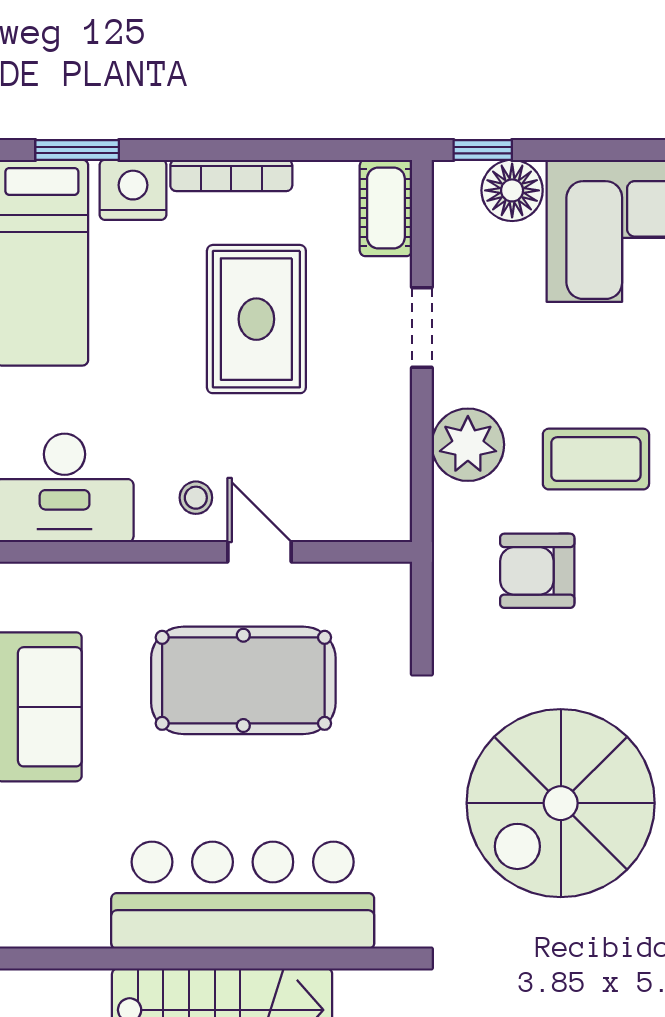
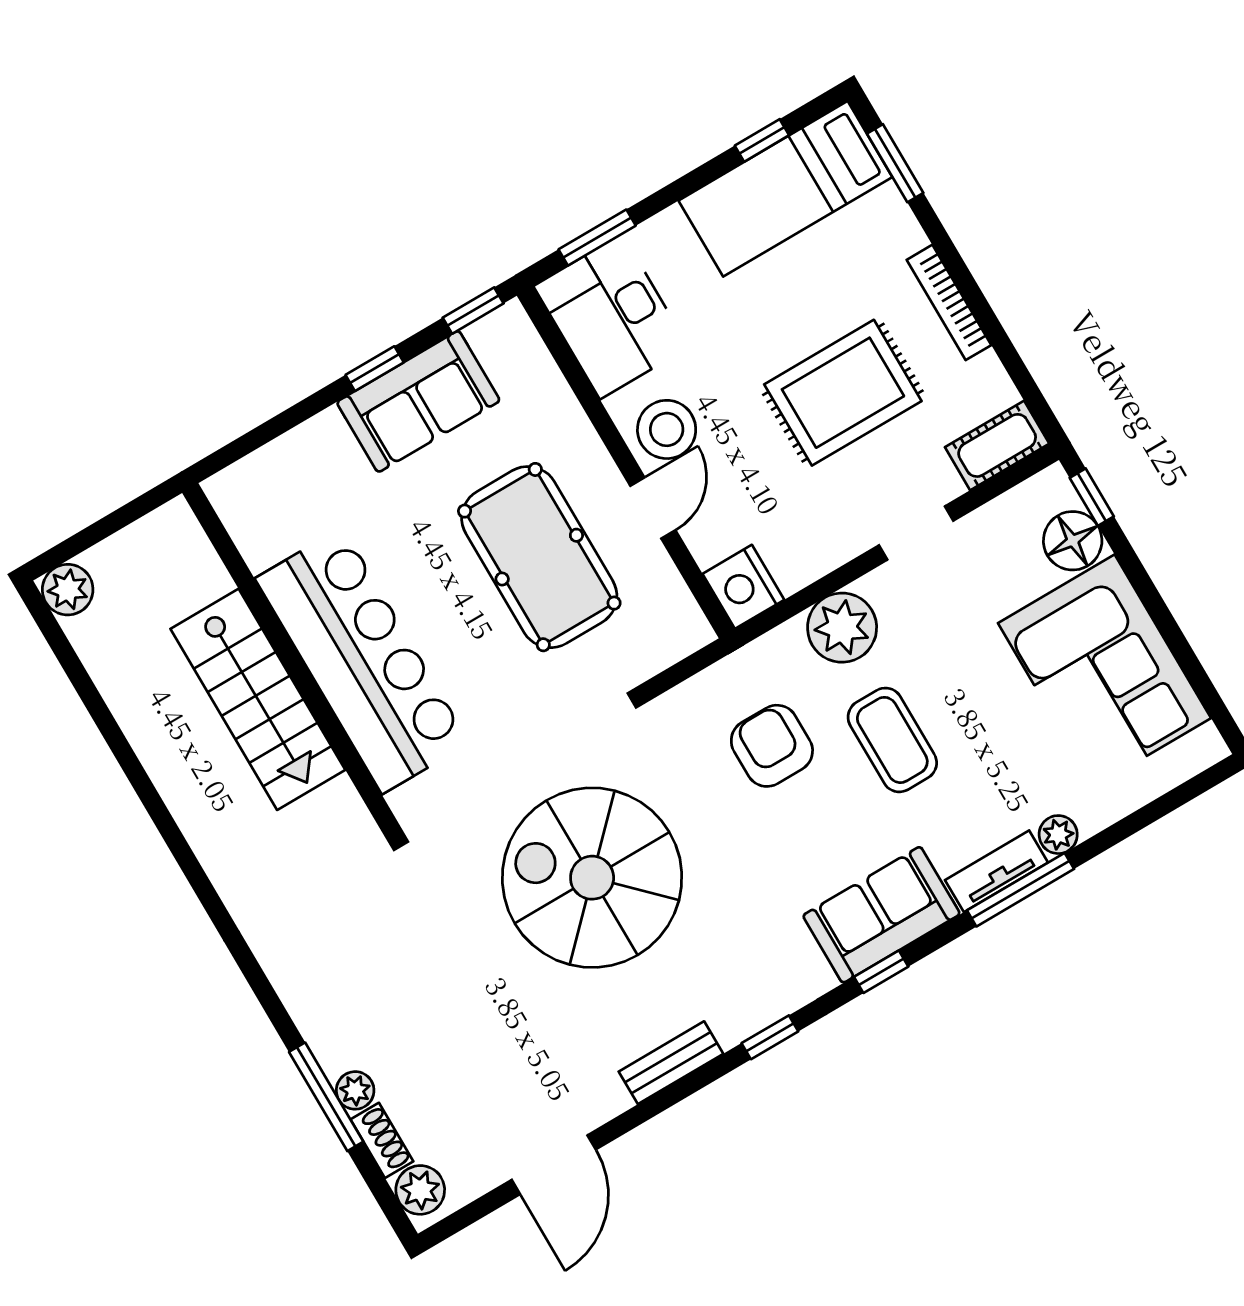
nightstand: (133, 190) -> (743, 587), moved, turned 180
stool: (196, 498) -> (667, 429), width x1.89, depth x1.89

